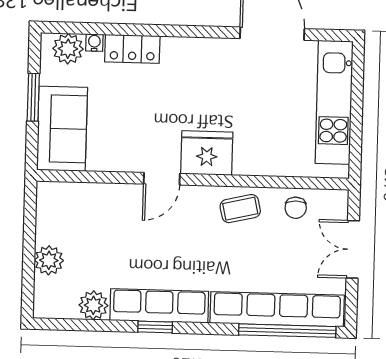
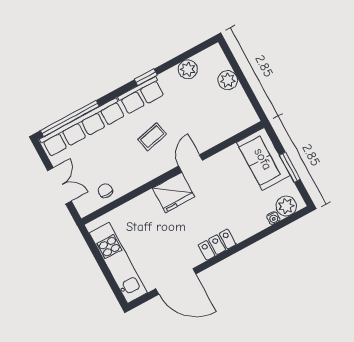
locker: (132, 49) -> (217, 245), moved
coffee table: (240, 209) -> (152, 137), moved
row of seats: (159, 306) -> (141, 95), width x0.68

